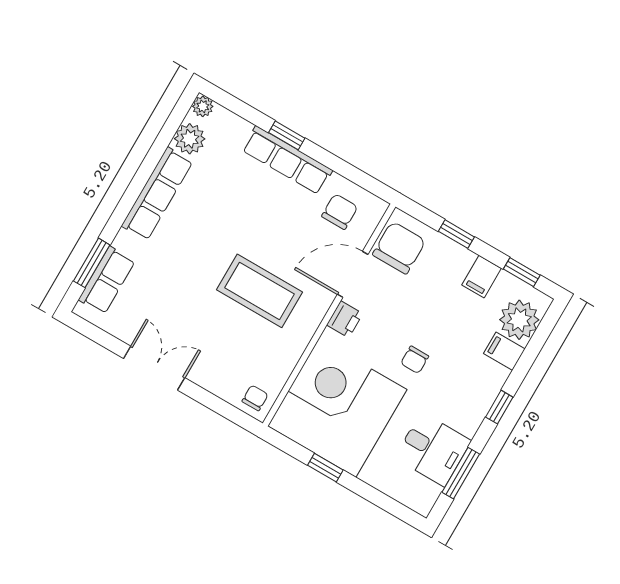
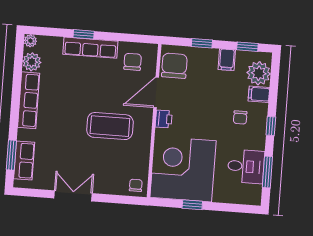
chair: (415, 360) -> (240, 117), moved

